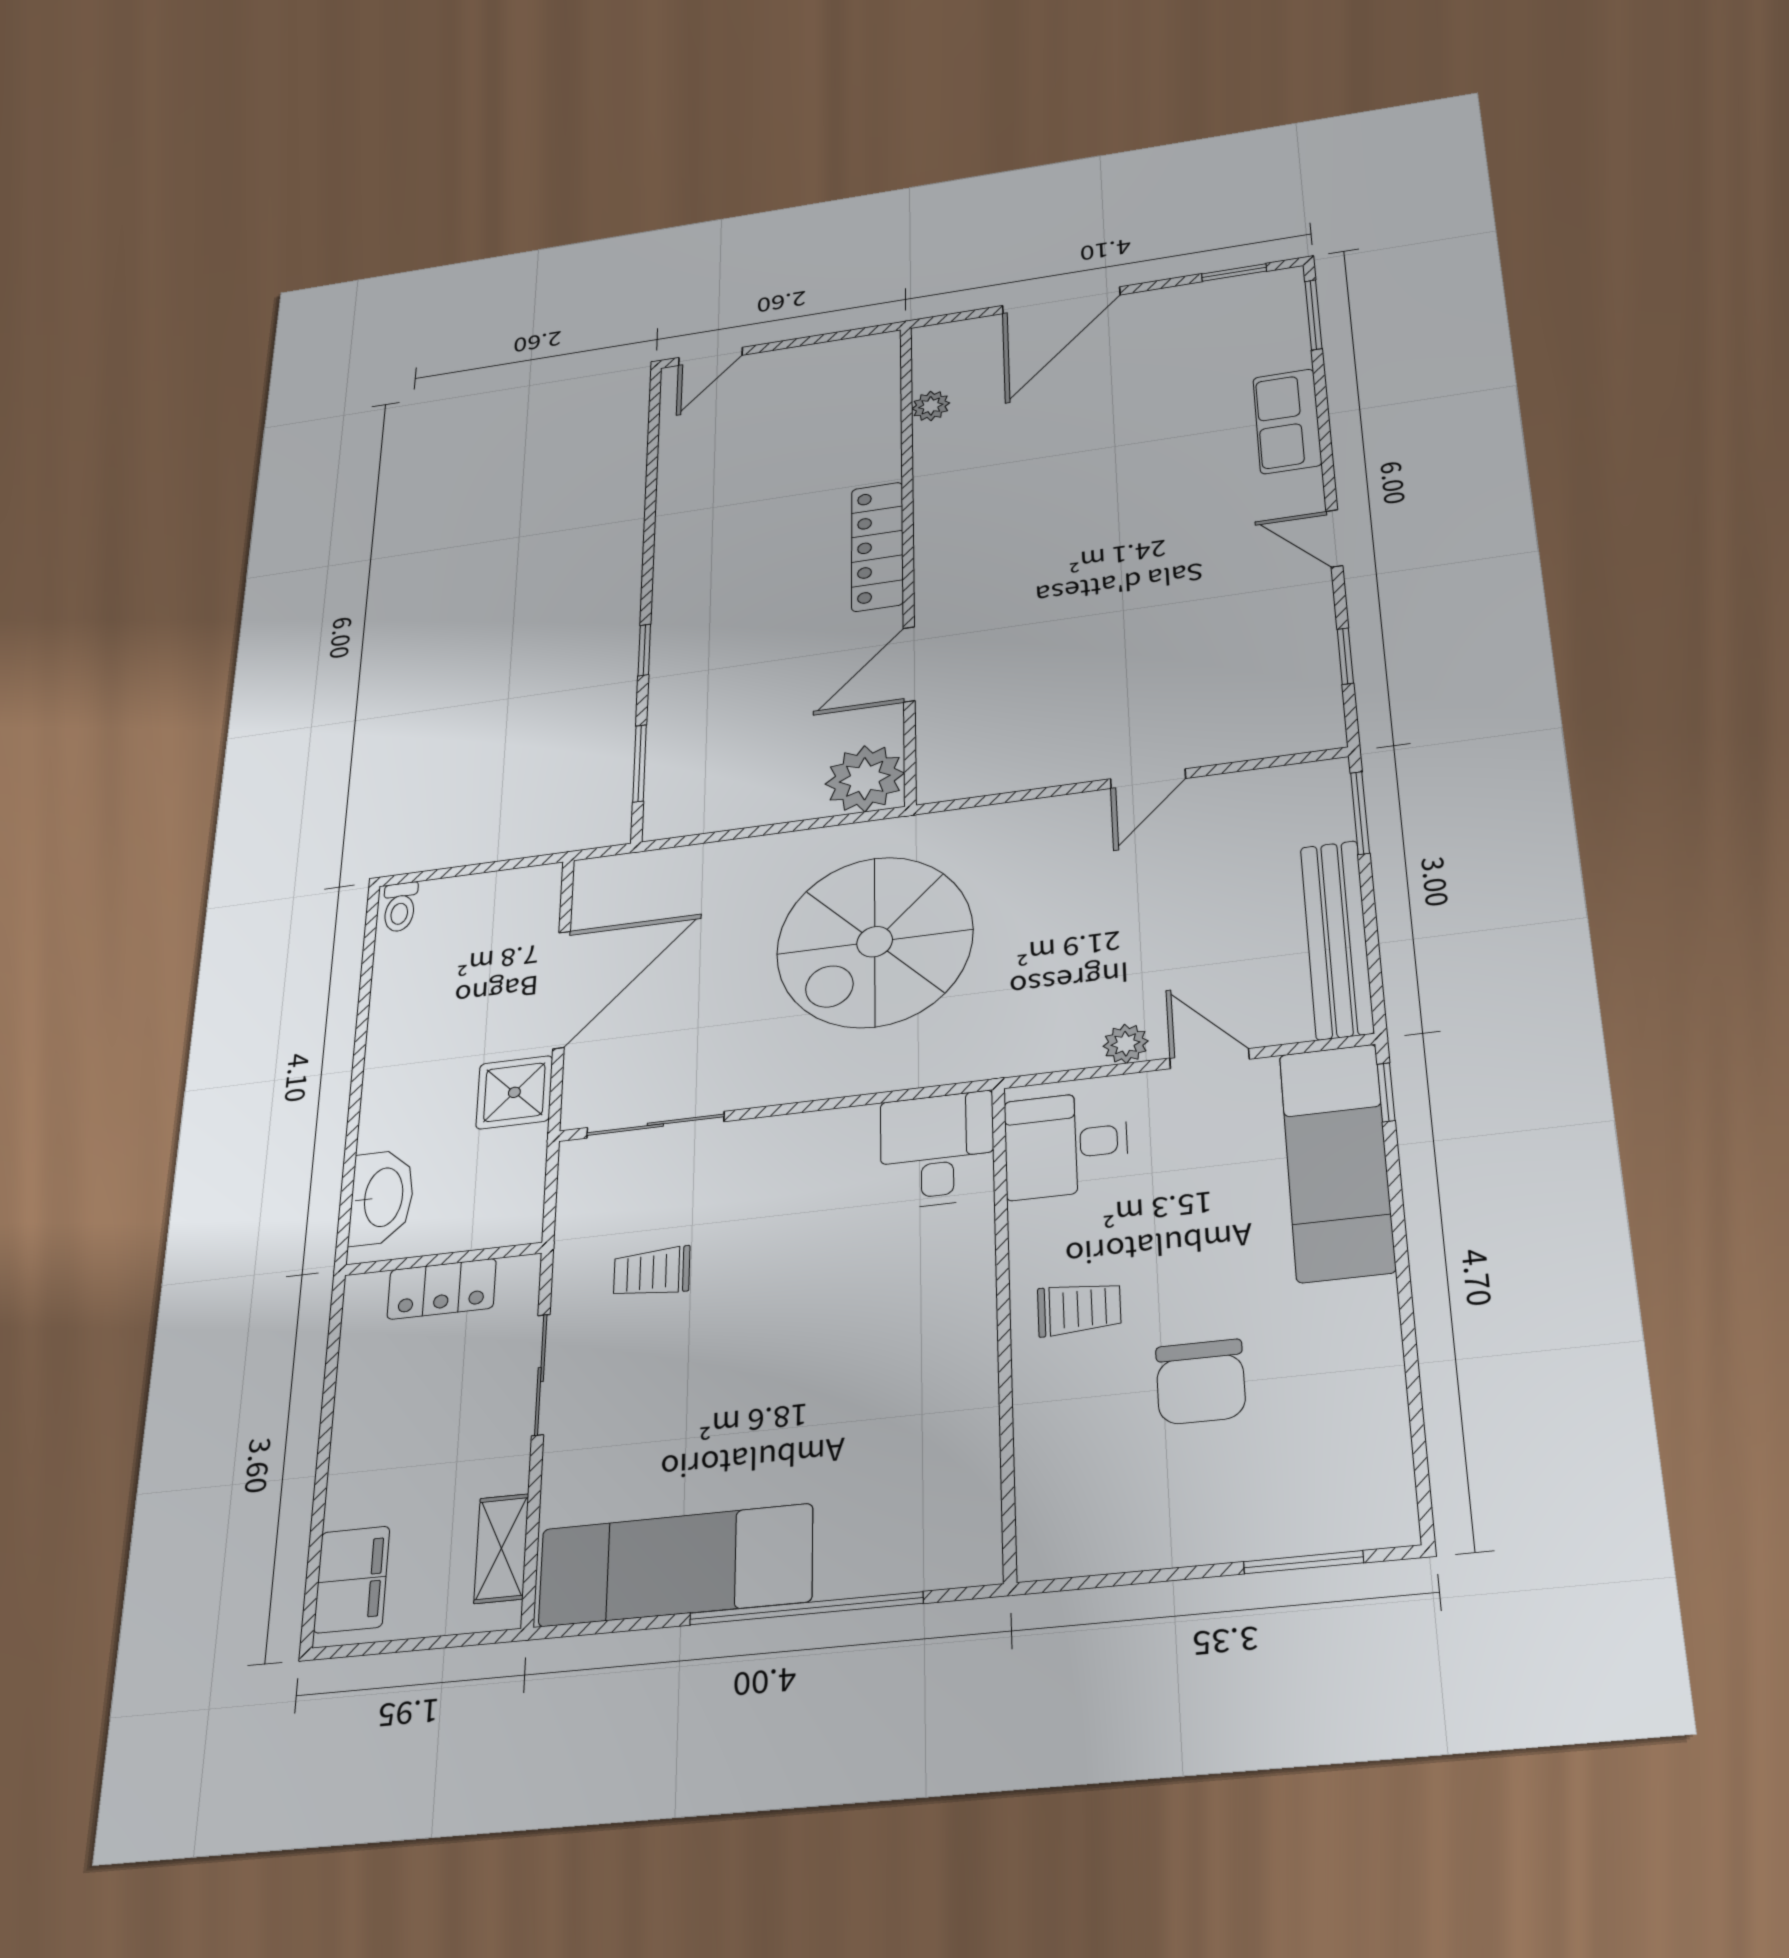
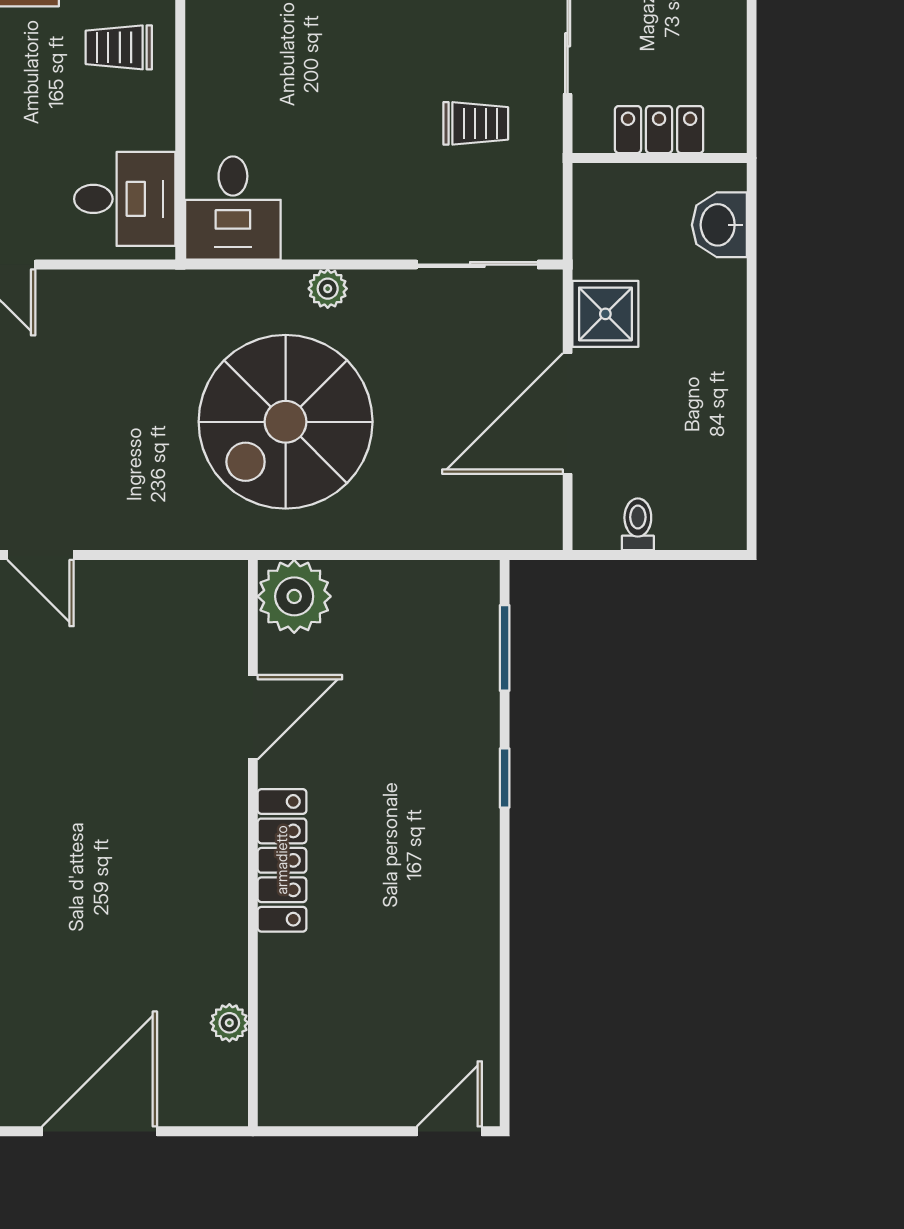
door: (1148, 779) -> (41, 555), swing flipped
toilet: (400, 907) -> (638, 524), moved
spiral stairs: (875, 942) -> (286, 422), turned 180
plant: (1126, 1044) -> (328, 289), moved
washbasin: (382, 1197) -> (719, 225), width x0.72

